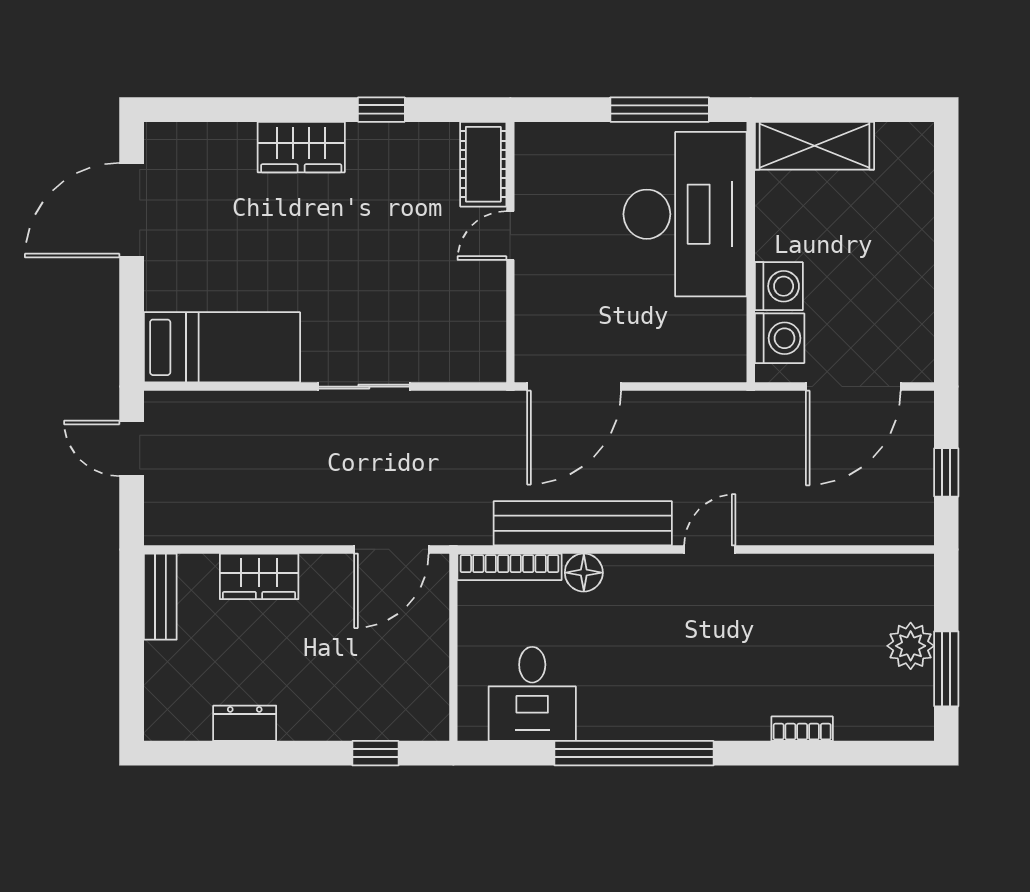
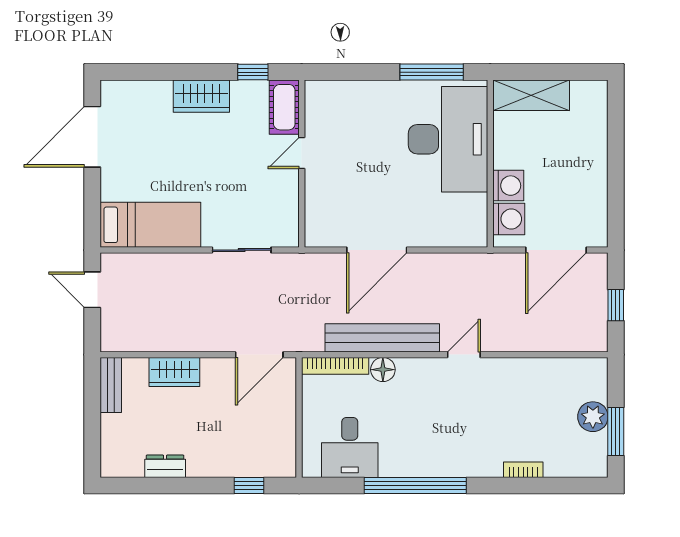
cot: (483, 164) -> (284, 107), moved
door: (510, 236) -> (302, 153), moved
wall: (510, 252) -> (302, 164), moved

